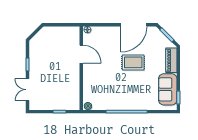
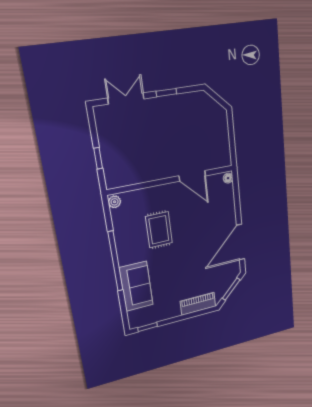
door: (134, 25) -> (241, 242), hinge flipped
door: (81, 54) -> (192, 176), hinge flipped
rug: (133, 62) -> (159, 230), moved
sofa: (168, 89) -> (136, 286), moved, turned 90

